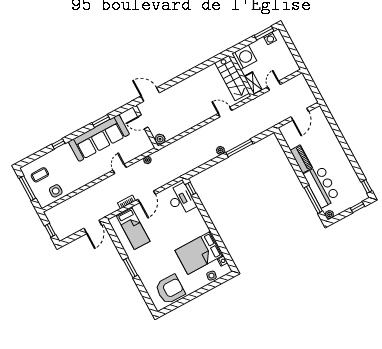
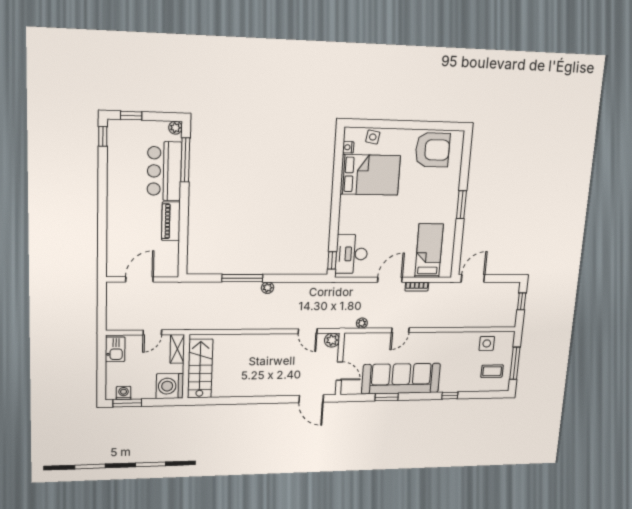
kitchen sink: (290, 64) -> (115, 349), added
door: (225, 112) -> (308, 331), moved
armchair: (170, 289) -> (433, 150), turned 180

